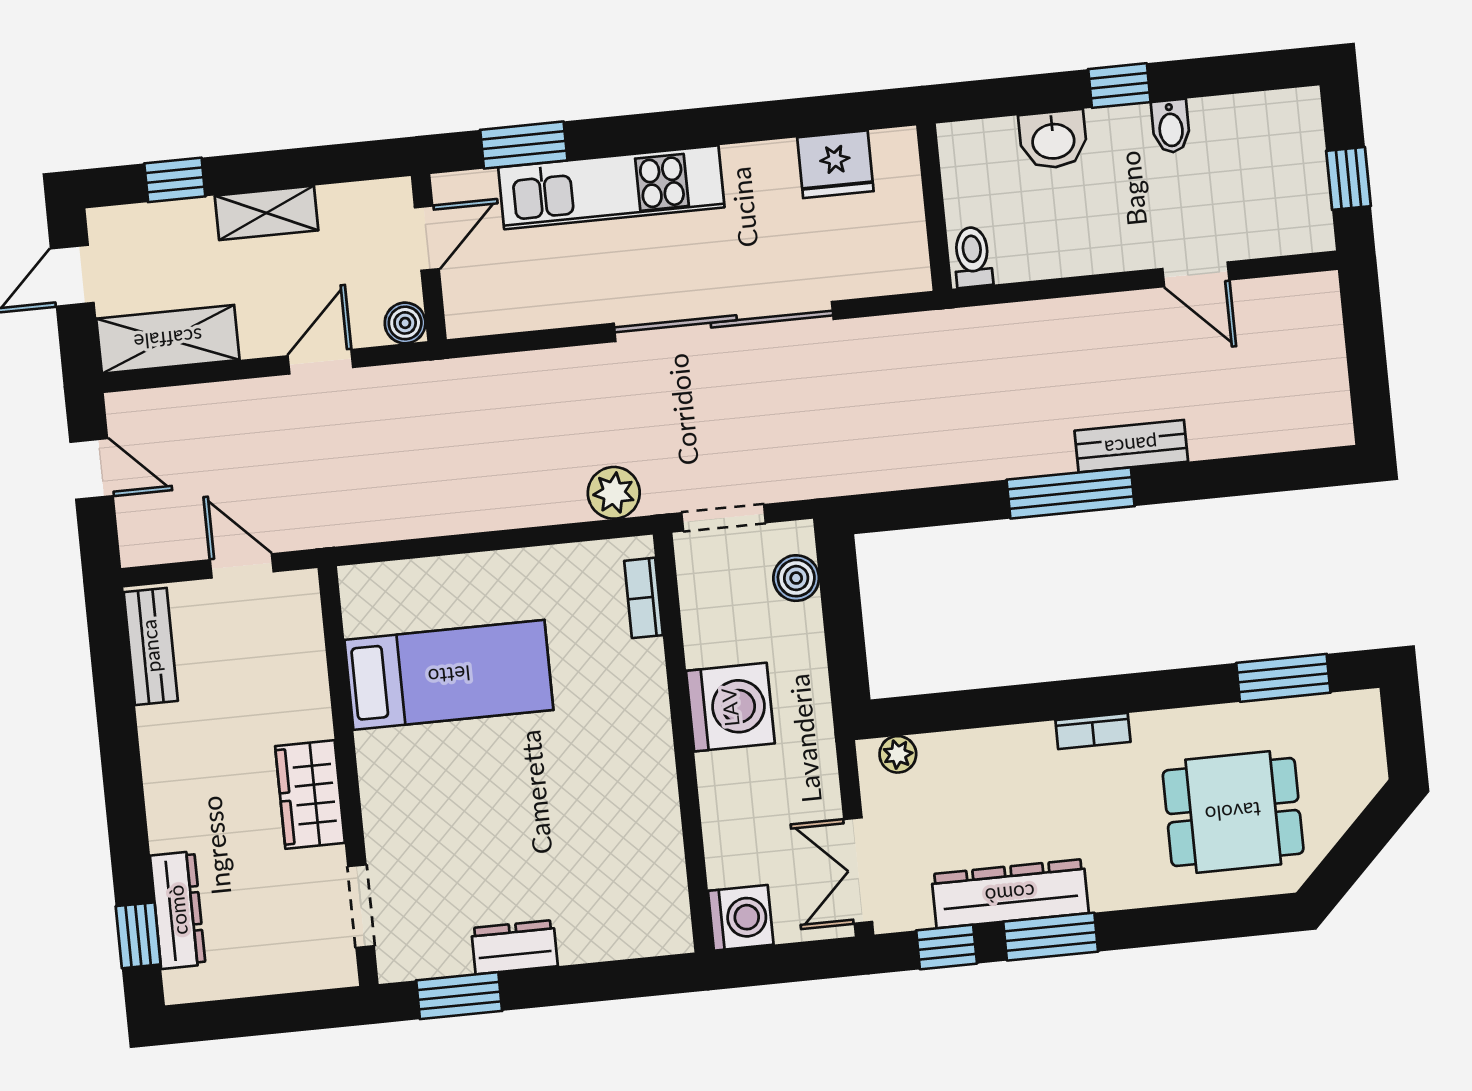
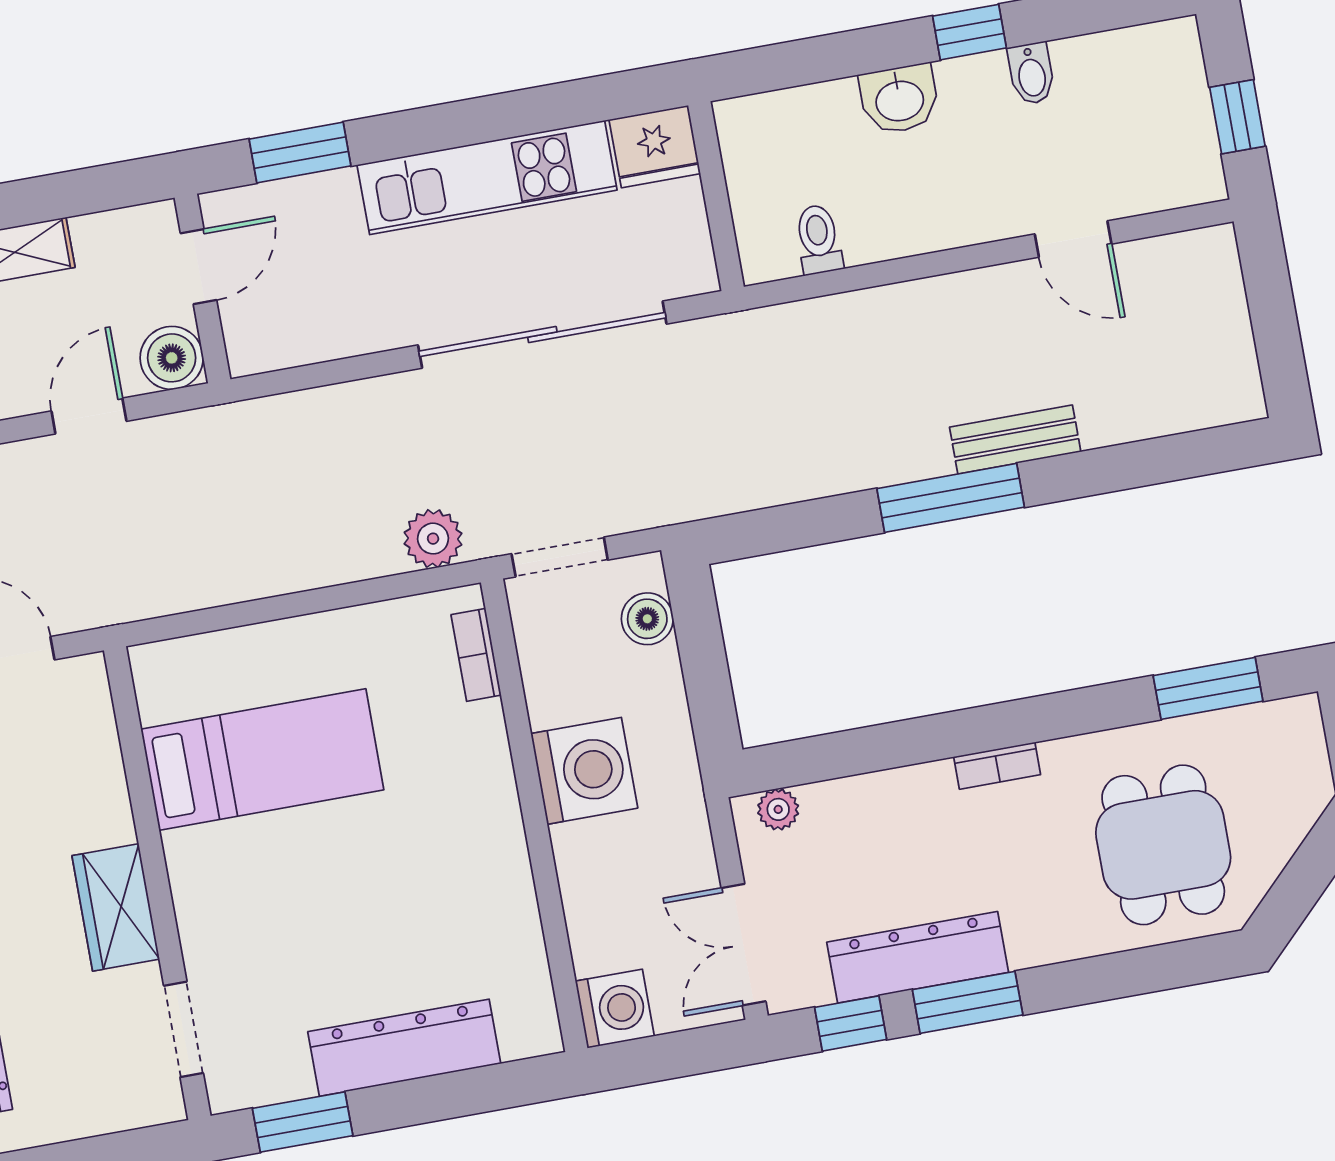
kitchen unit: (611, 187) -> (487, 177), moved
wall: (934, 207) -> (716, 196), moved
boiler: (405, 323) -> (172, 358), width x1.36, depth x1.36
dining table: (1233, 812) -> (1163, 845), turned 90
dresser: (514, 947) -> (404, 1048), width x1.96, depth x1.24

